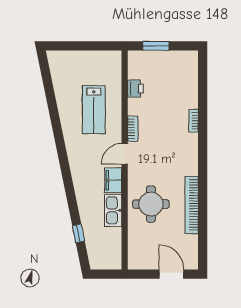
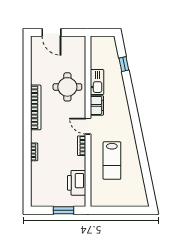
printer: (135, 89) -> (77, 183), width x1.87, depth x1.48
lab bench: (94, 110) -> (112, 161), turned 180
door: (125, 154) -> (88, 126), swing flipped
bookcase: (192, 205) -> (36, 107), moved

